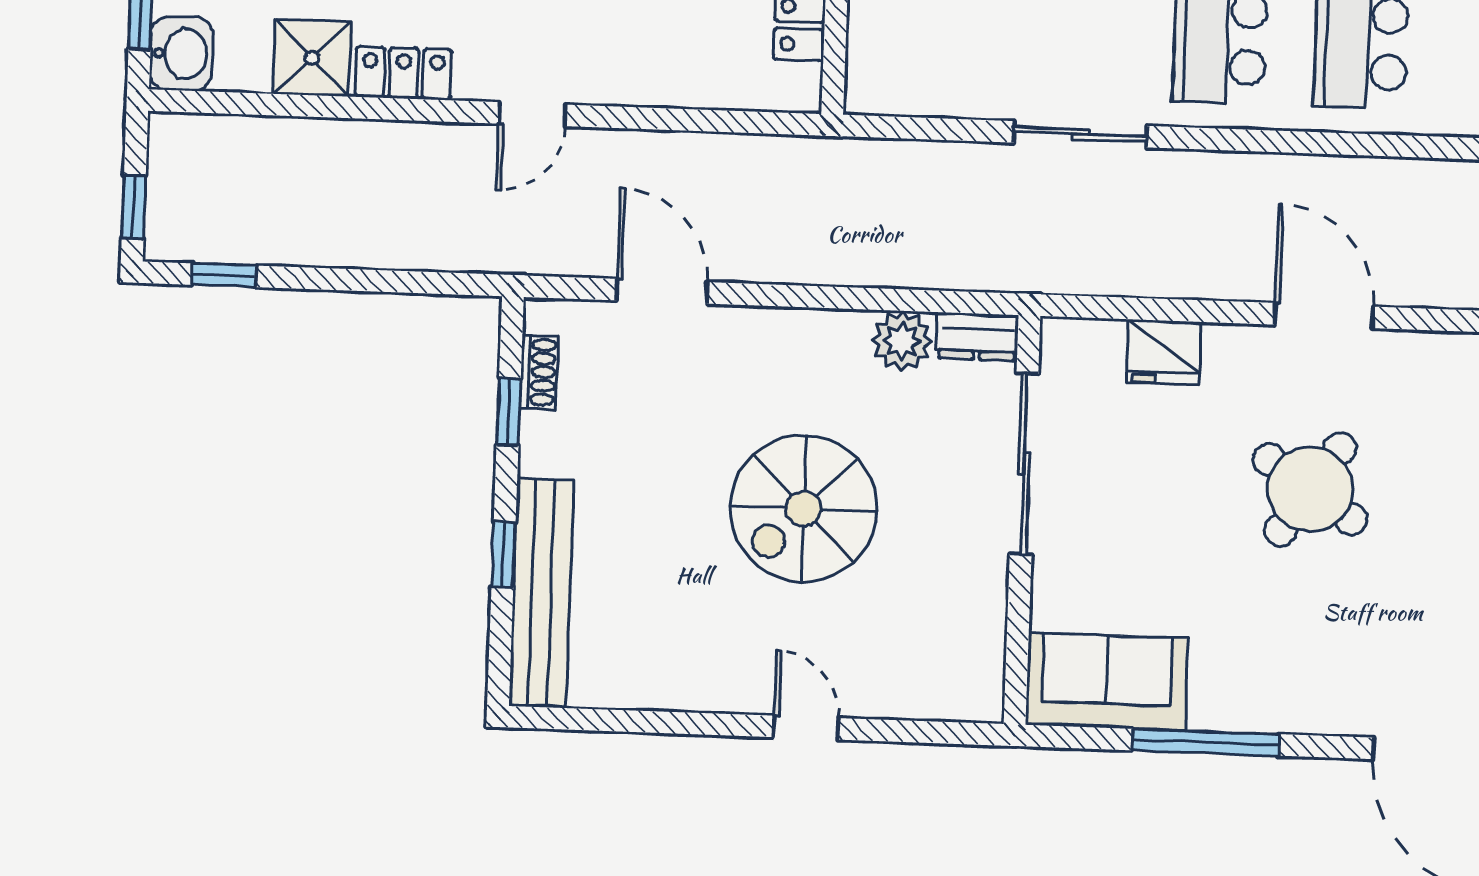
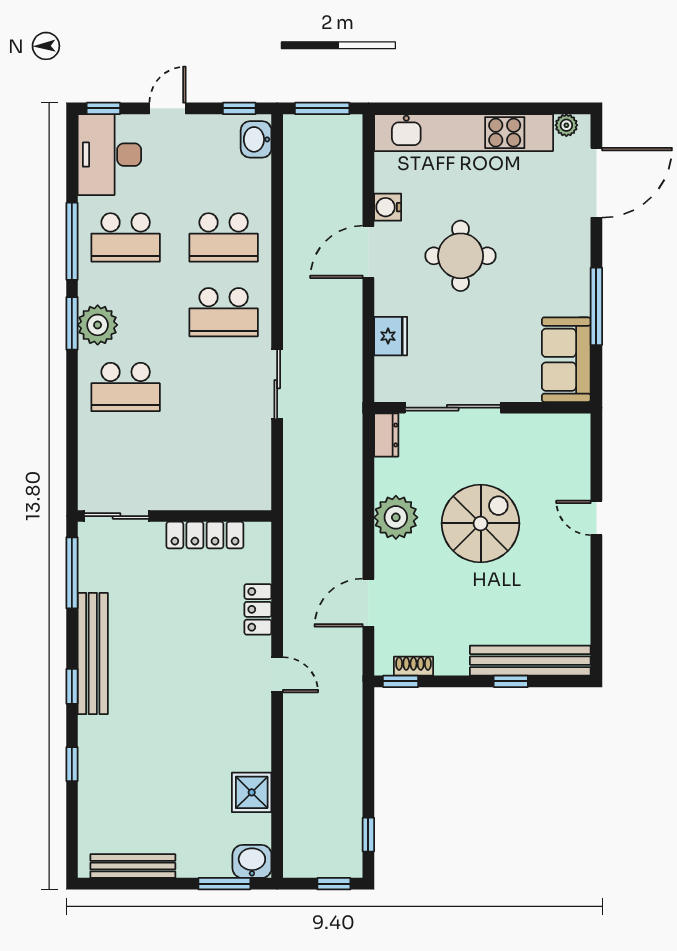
locker: (404, 73) -> (258, 609), moved
plant: (902, 341) -> (396, 517), moved, width x1.36, depth x1.36
water cooler: (1407, 355) -> (388, 207), added
window: (509, 412) -> (401, 681), moved
round table: (1310, 489) -> (461, 256), turned -34
spiral stairs: (804, 508) -> (481, 523), turned -90
door: (806, 728) -> (596, 518), hinge flipped

